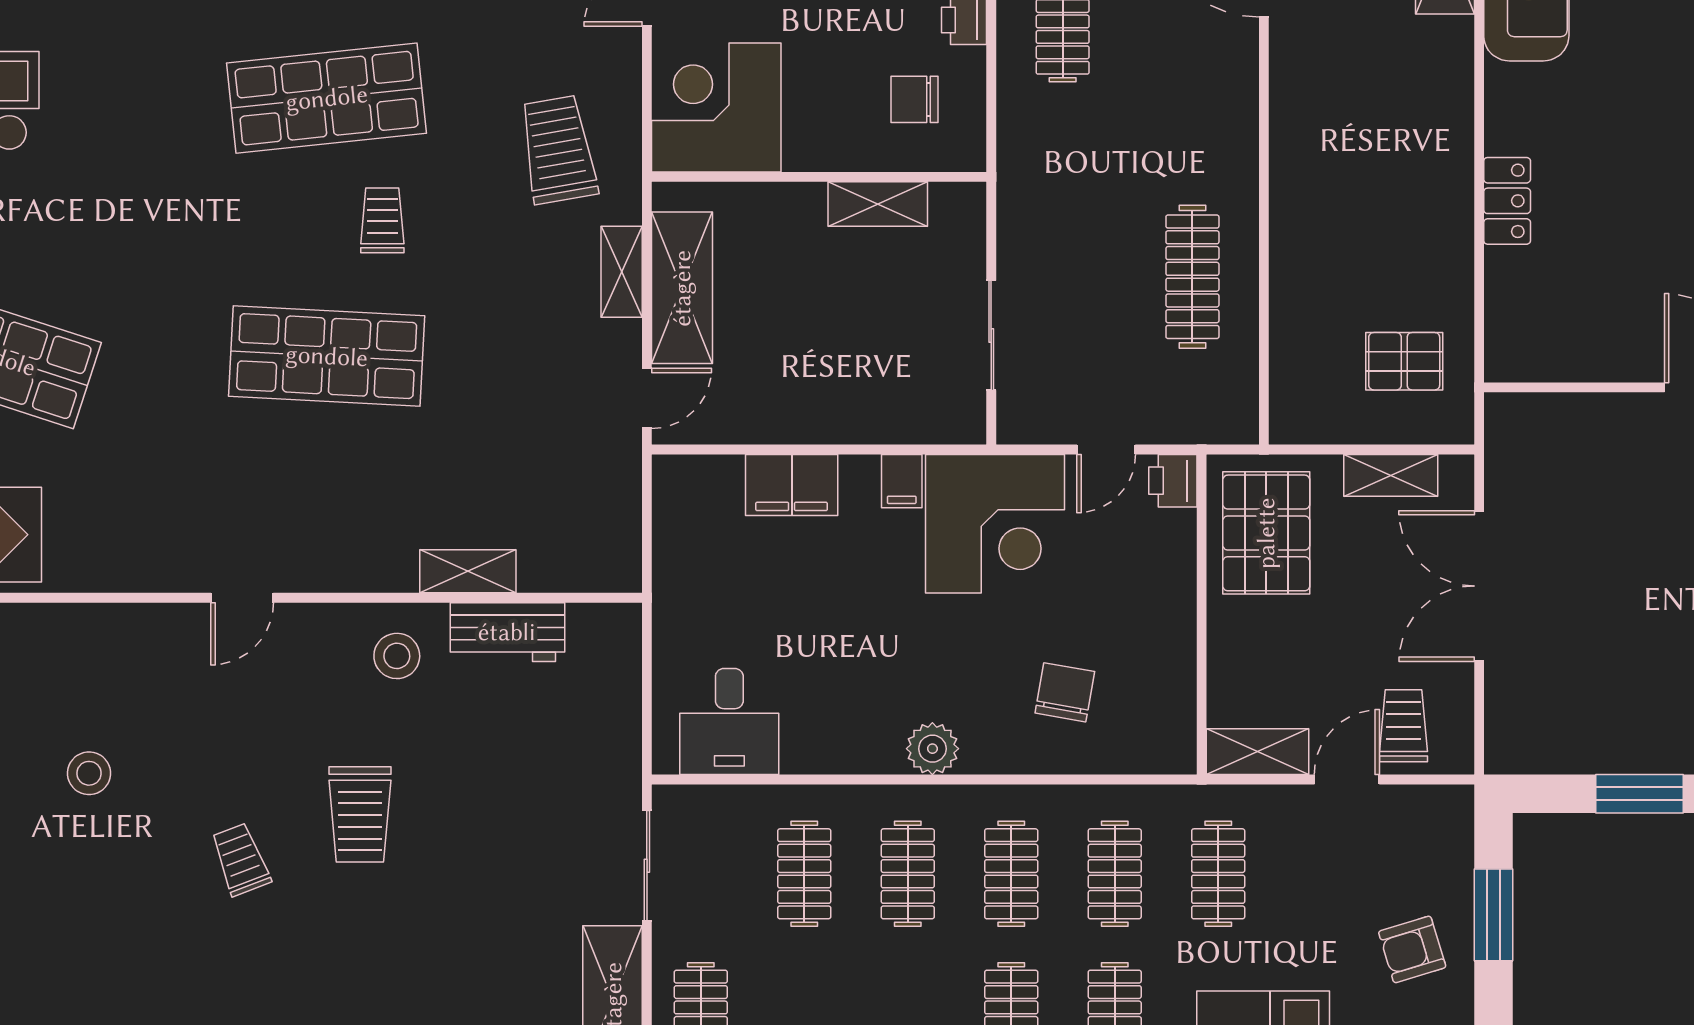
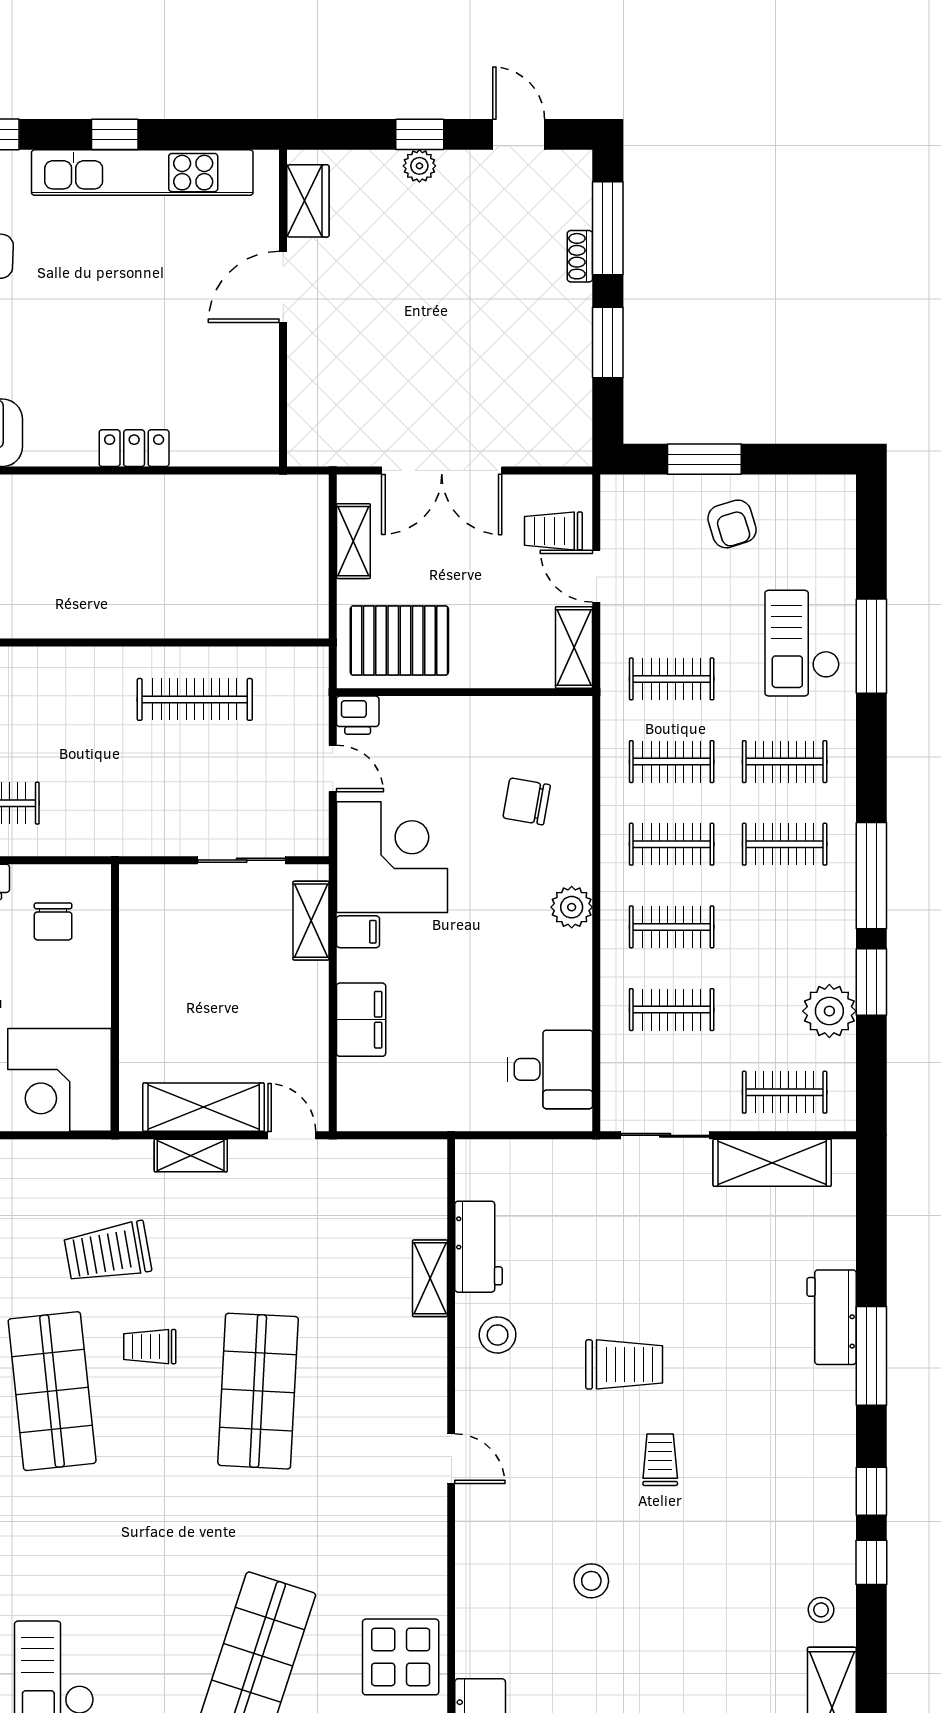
trolley: (558, 150) -> (108, 1252), moved
shelving: (878, 204) -> (311, 921), moved
pallet: (1404, 361) -> (262, 530), removed
trolley: (241, 860) -> (660, 1460), turned 111

